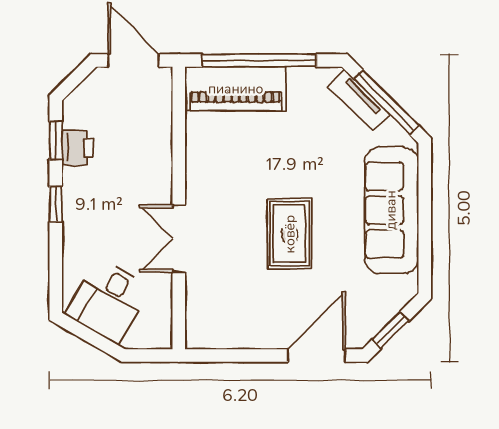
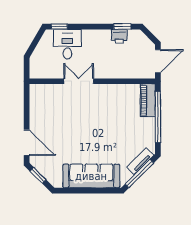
piano: (236, 89) -> (148, 101), width x0.73, depth x0.75
window: (56, 204) -> (59, 27), moved
rug: (290, 234) -> (81, 131), removed
desk: (108, 301) -> (67, 44), moved, turned 60

